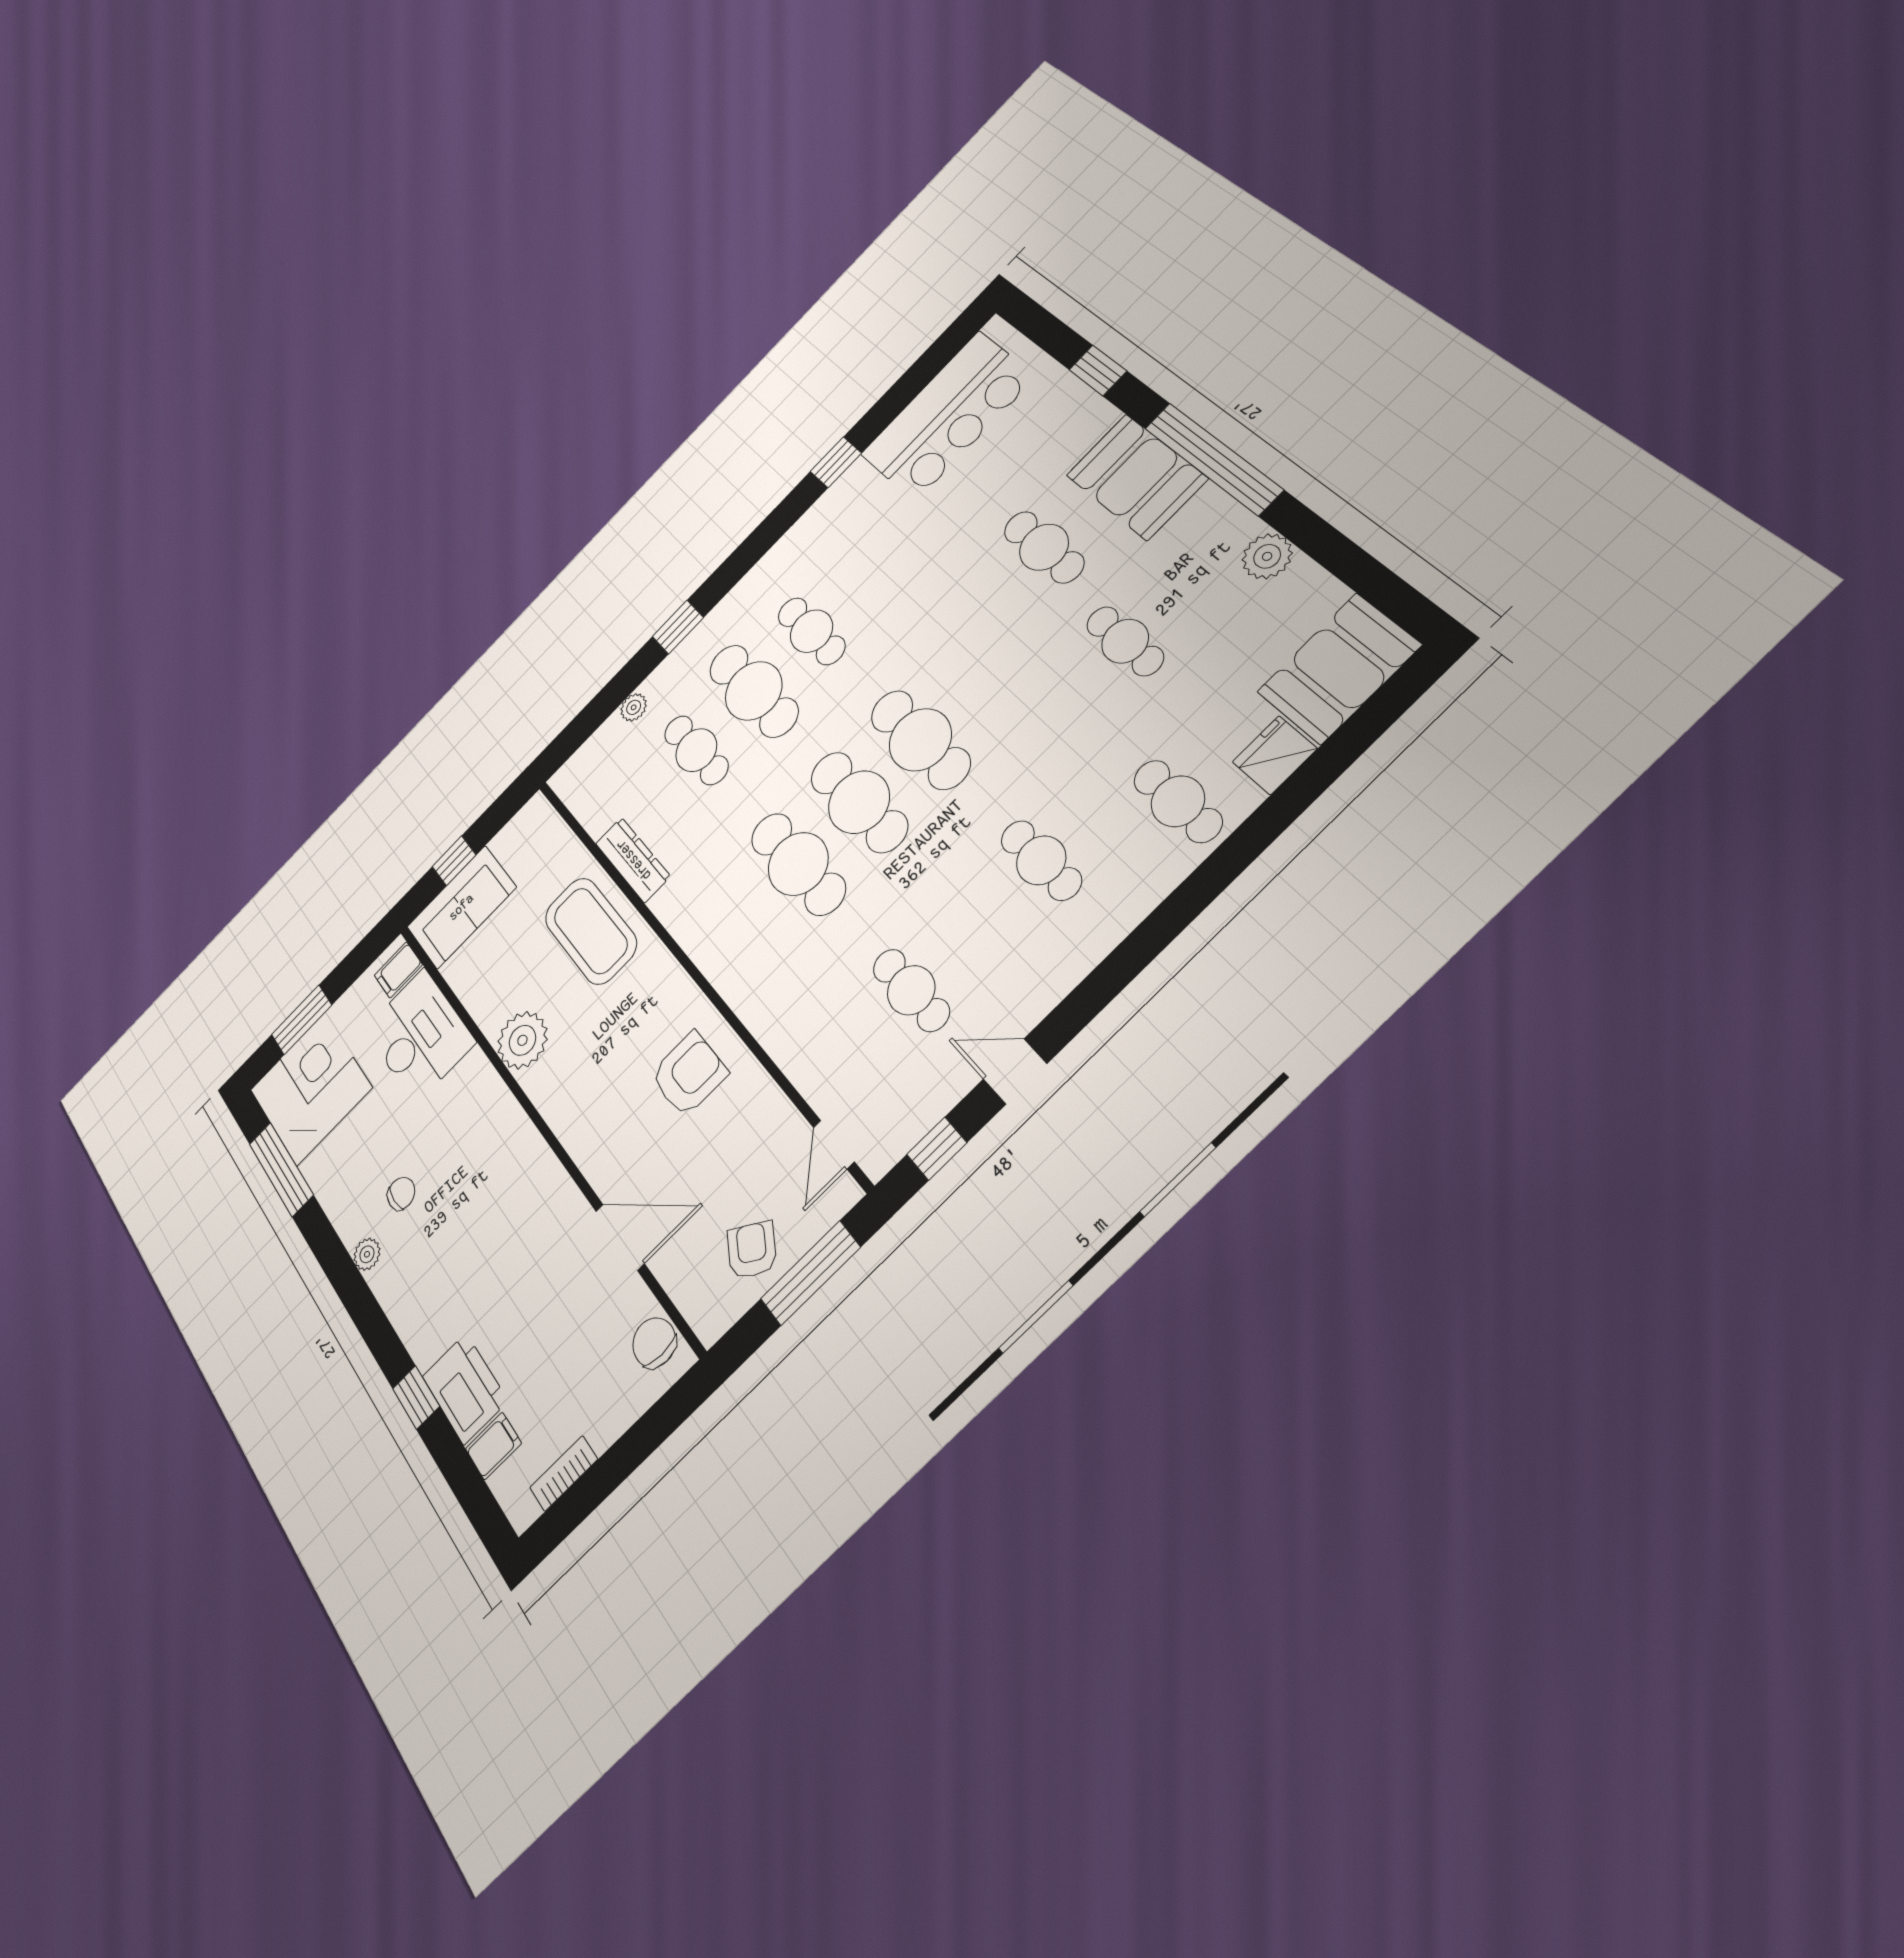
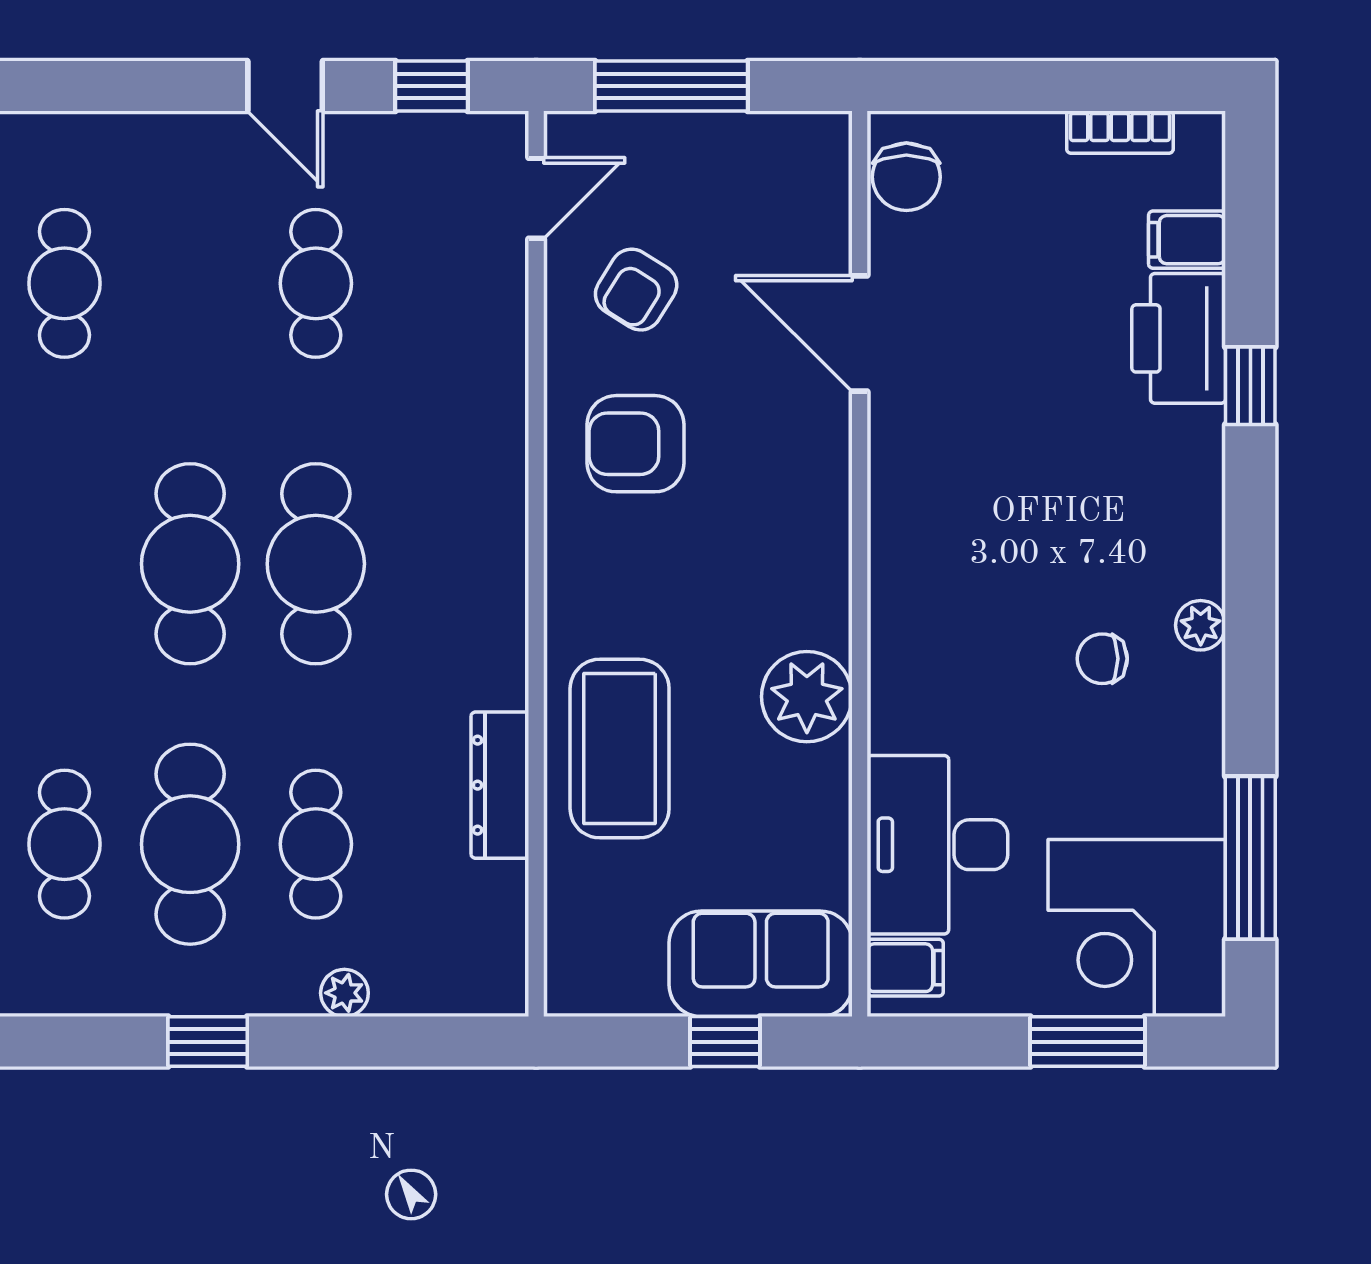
cafe table: (920, 740) -> (64, 564), removed
armchair: (752, 1250) -> (636, 290), moved

